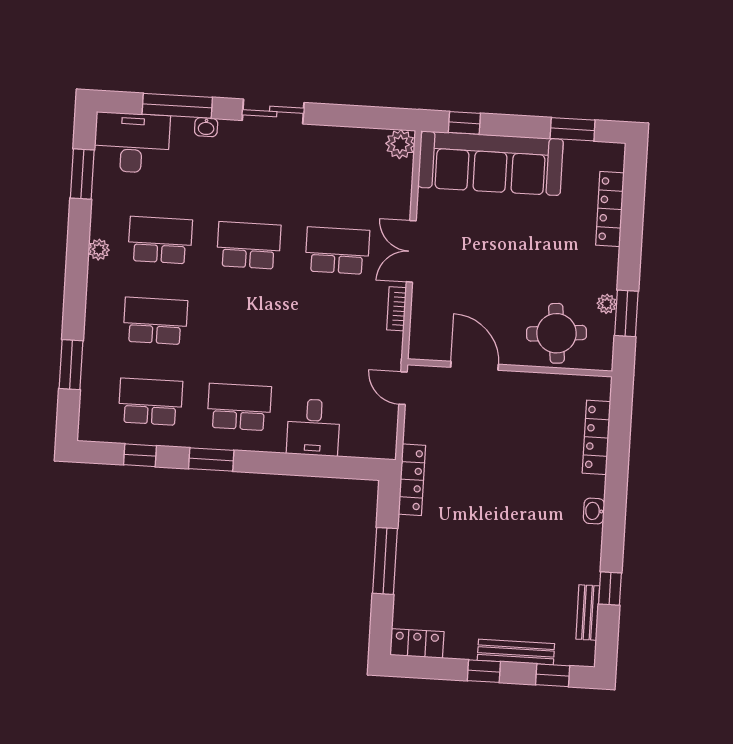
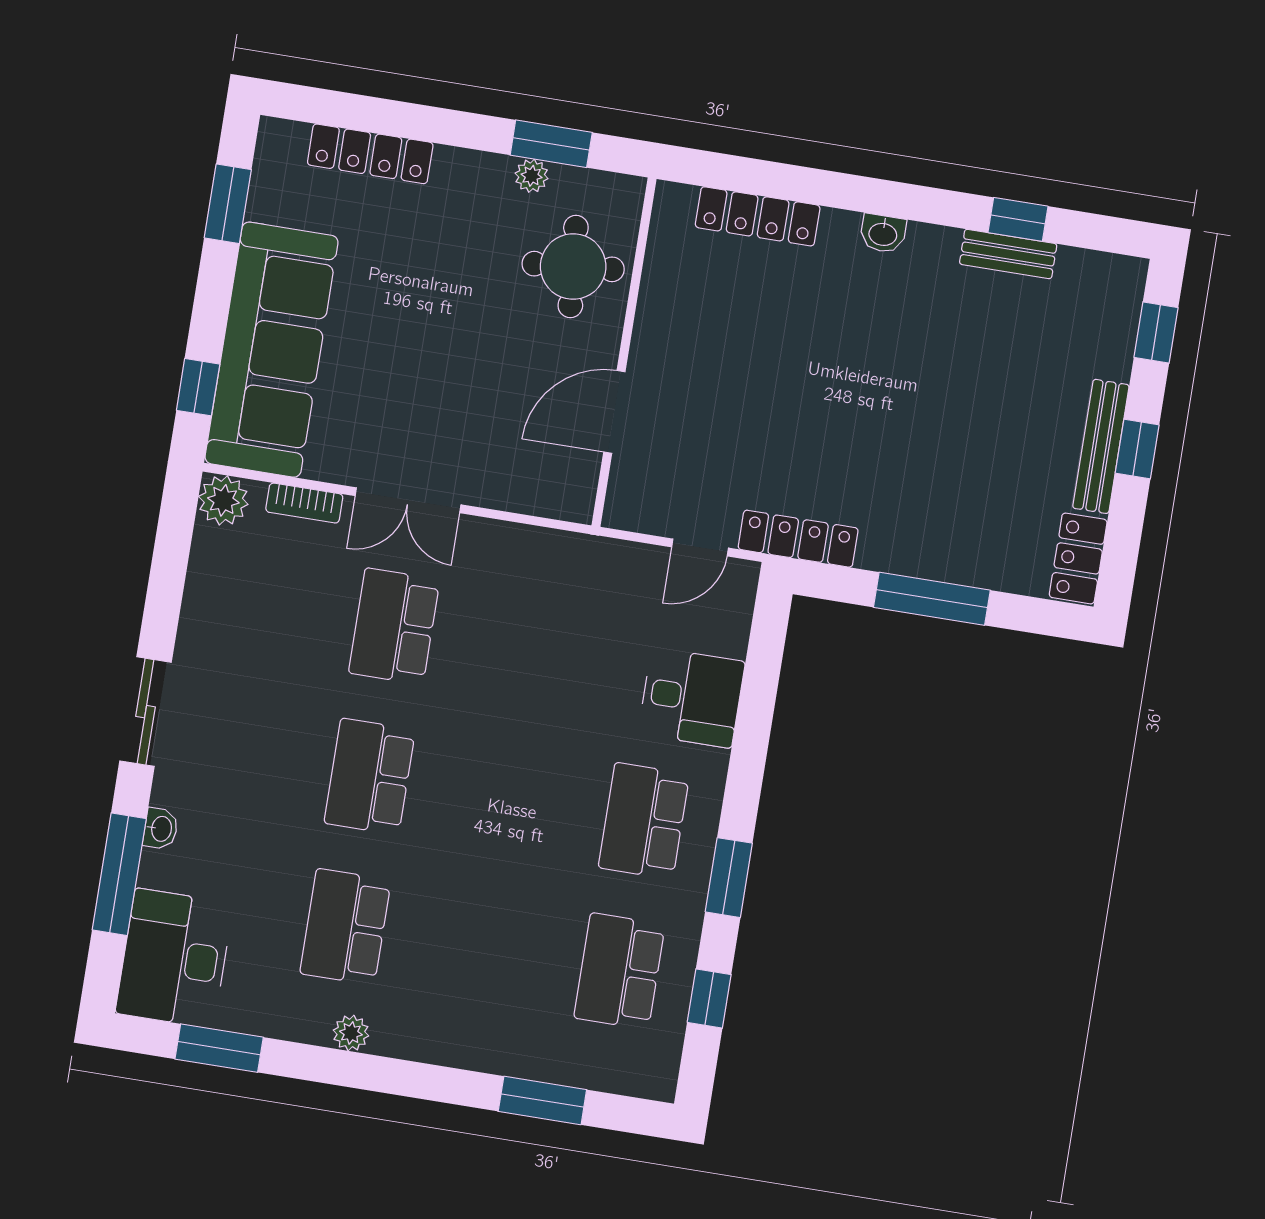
bookcase: (396, 309) -> (304, 503), moved
school desk: (155, 321) -> (482, 949), removed
door: (403, 388) -> (700, 548), moved
bench: (588, 613) -> (1008, 254), moved
bench: (516, 652) -> (1101, 446), moved

